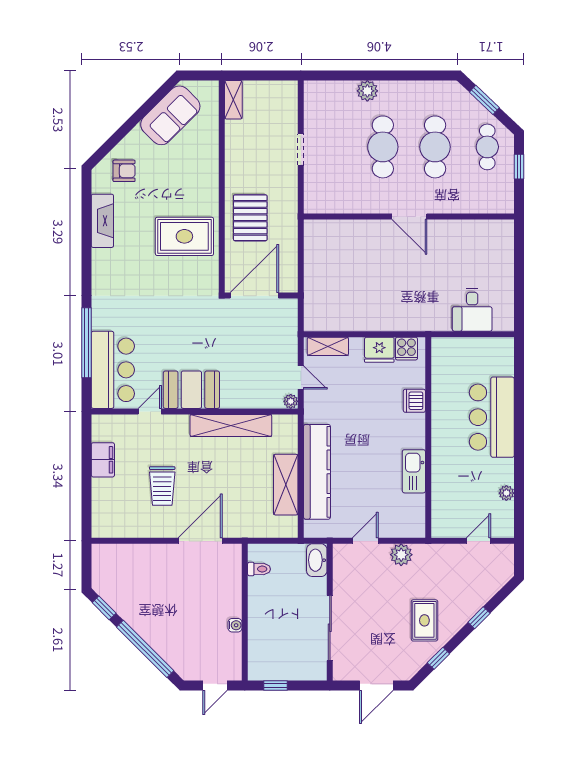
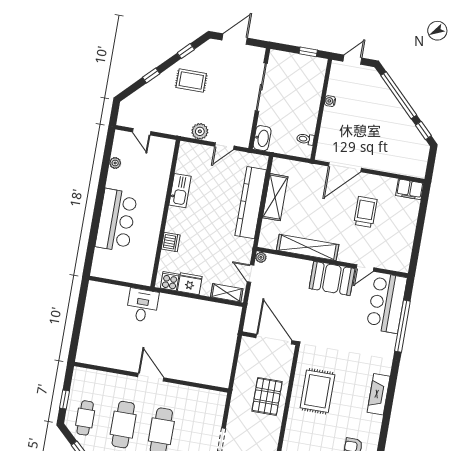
fireplace: (102, 221) -> (379, 394), moved
rug: (184, 236) -> (317, 391), turned 90
door: (254, 296) -> (274, 339), swing flipped
desk: (472, 310) -> (142, 305), moved
filing cabinet: (103, 460) -> (410, 189), moved, turned -90
door: (479, 541) -> (142, 132), hinge flipped
rug: (424, 620) -> (191, 81), turned 90

